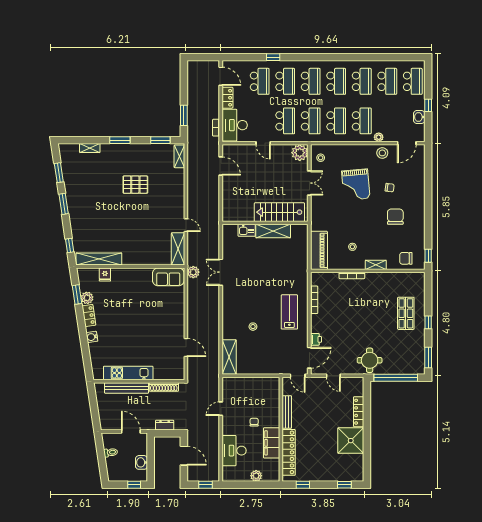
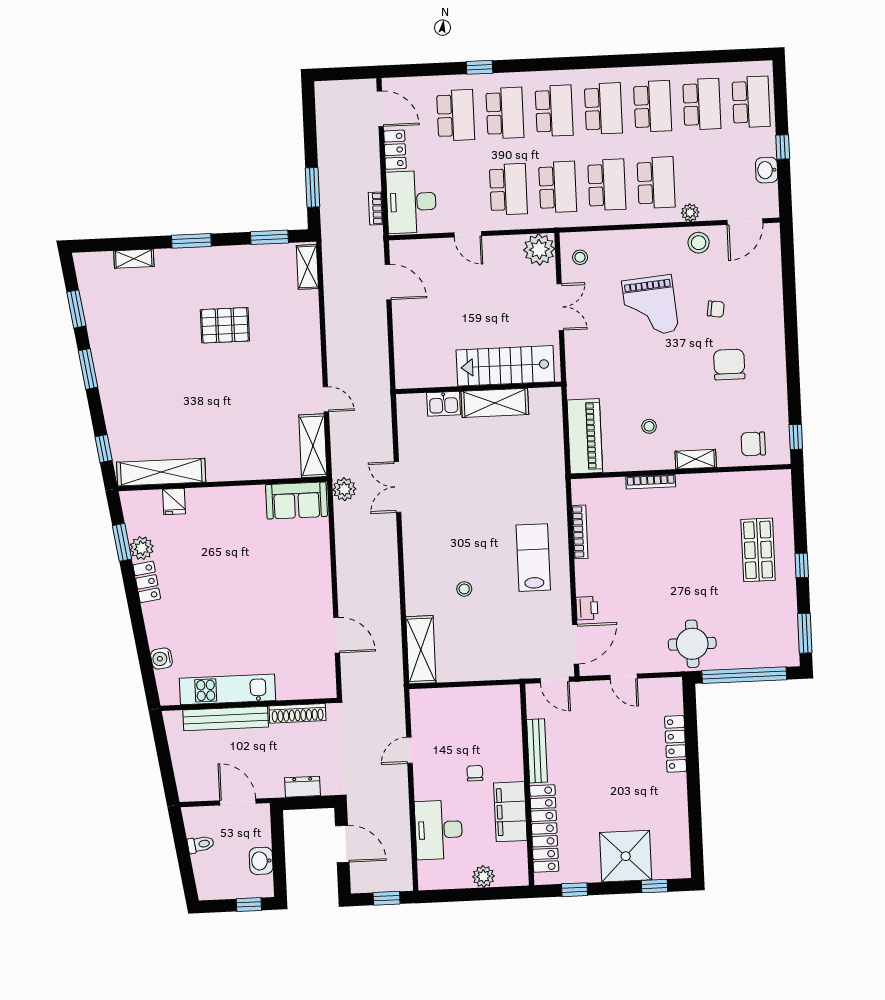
water cooler: (92, 337) -> (161, 659), moved
shower: (351, 441) -> (626, 856), moved

